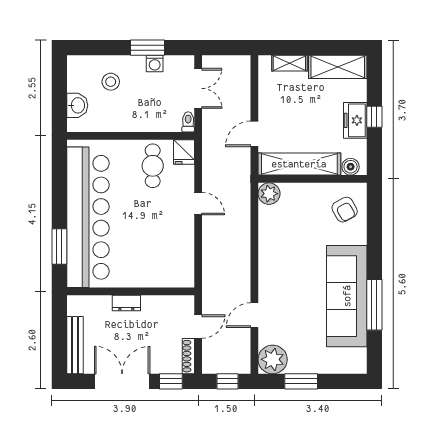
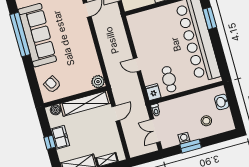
window: (374, 305) -> (20, 35), width x1.46

